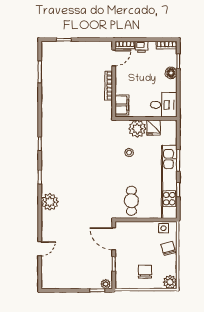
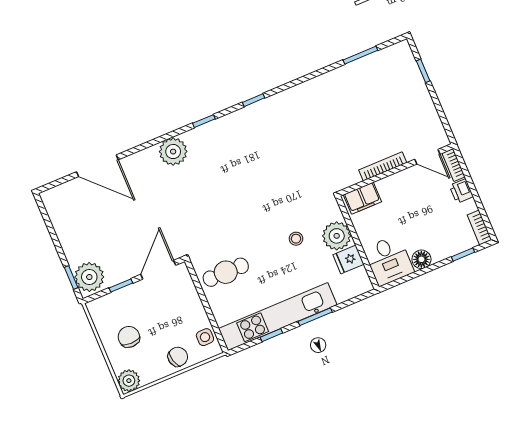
floor lamp: (171, 73) -> (421, 259), moved
door: (40, 249) -> (97, 166), width x1.87
chair: (145, 272) -> (129, 337), turned -90
plant: (106, 284) -> (89, 277), width x1.88, depth x1.88

